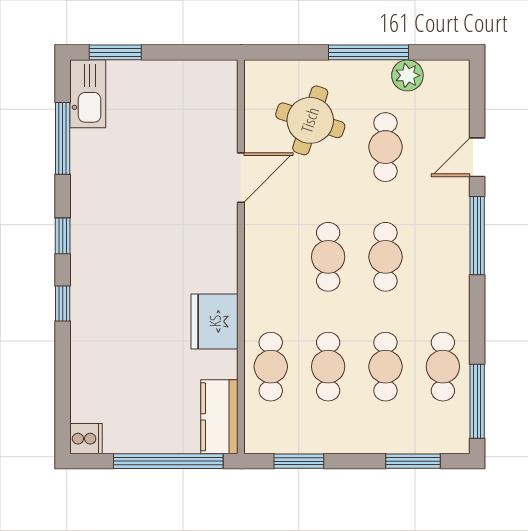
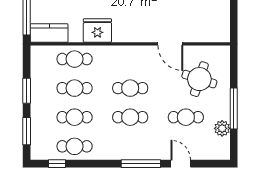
window: (477, 401) -> (57, 164), width x0.46
window: (299, 461) -> (27, 91), moved

